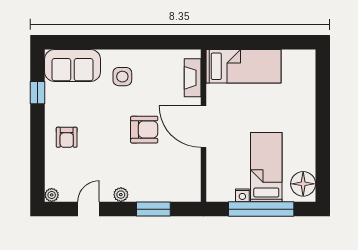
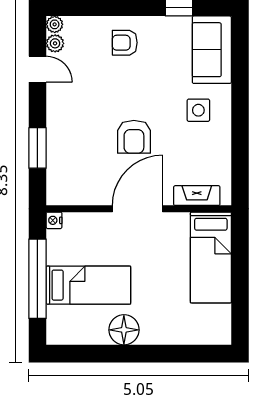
floor lamp: (303, 184) -> (124, 330), moved
plant: (121, 195) -> (55, 43), moved
nightstand: (242, 195) -> (54, 220), moved

